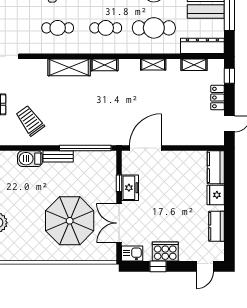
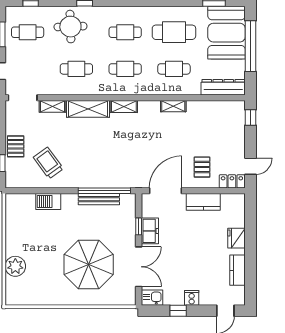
cafe table: (154, 28) -> (174, 69), width x0.73, depth x0.74
shelving: (194, 65) -> (52, 106), moved
locker: (217, 98) -> (232, 181), moved, turned 90
pallet: (181, 125) -> (202, 167), added
bench: (58, 156) -> (99, 199), moved, width x1.36
kitchen counter: (216, 167) -> (203, 202), moved, turned -90
double door: (119, 223) -> (139, 267), swing flipped
cooker: (165, 251) -> (192, 298), width x0.53, depth x0.76

